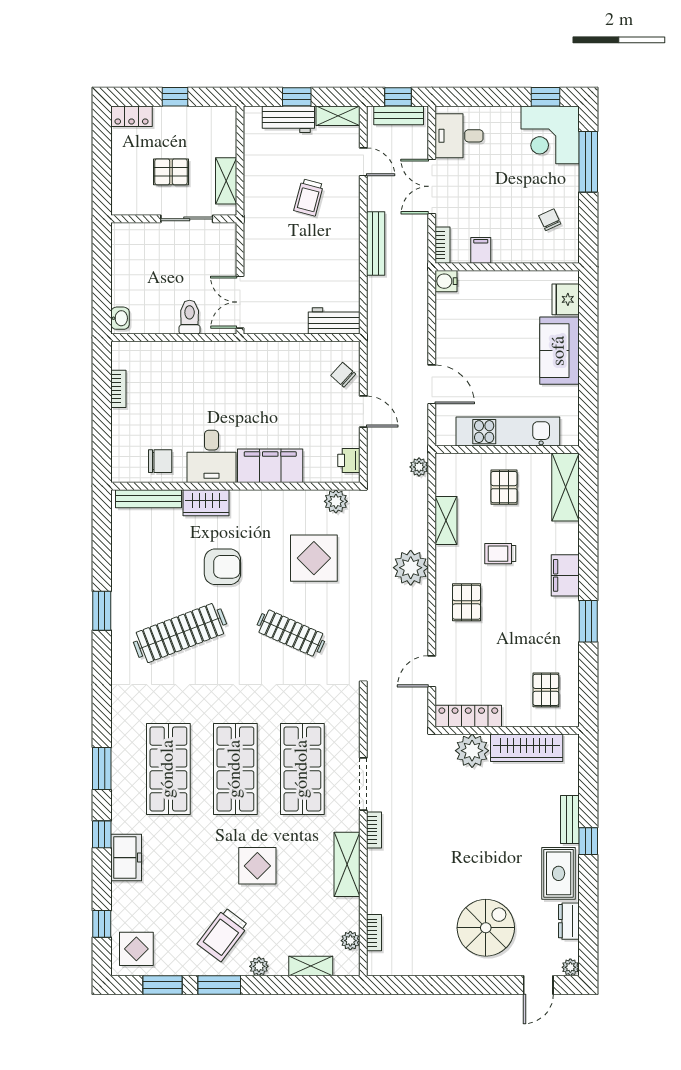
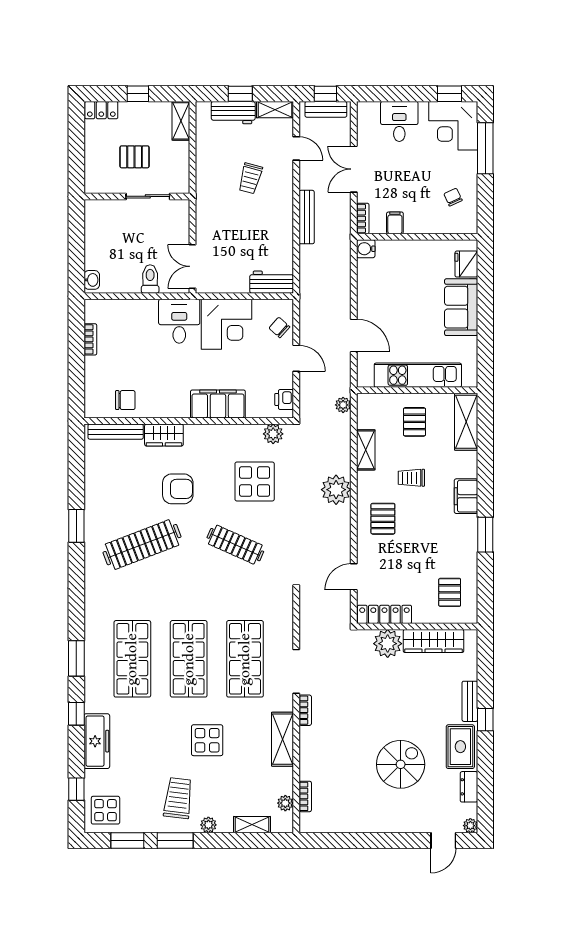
desk: (459, 136) -> (399, 121), moved, turned 90
shelving: (226, 181) -> (181, 121), moved
corner desk: (280, 371) -> (226, 324), added
desk: (212, 456) -> (179, 321), moved, turned 180
freezer: (126, 858) -> (97, 741), width x1.40
spiral stairs: (486, 928) -> (401, 764), moved
trolley: (223, 935) -> (178, 798), turned 150

